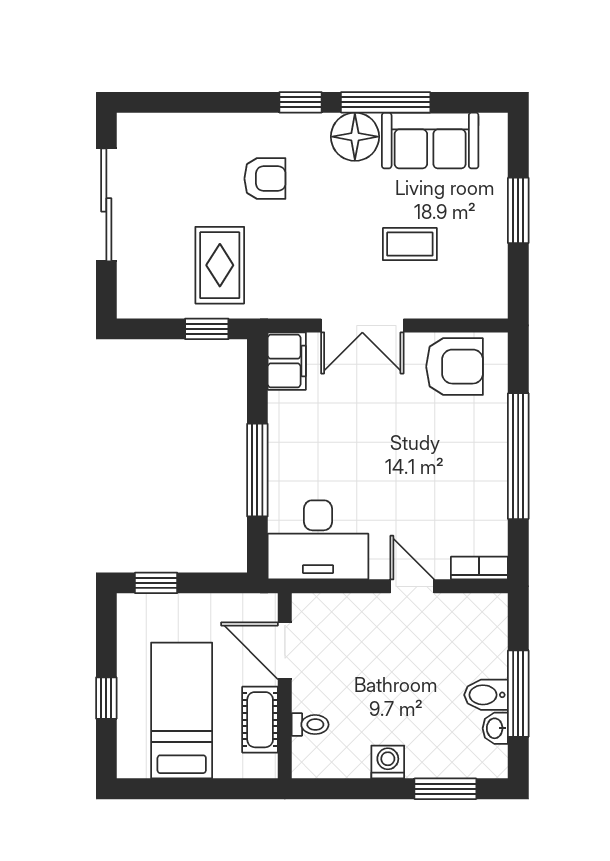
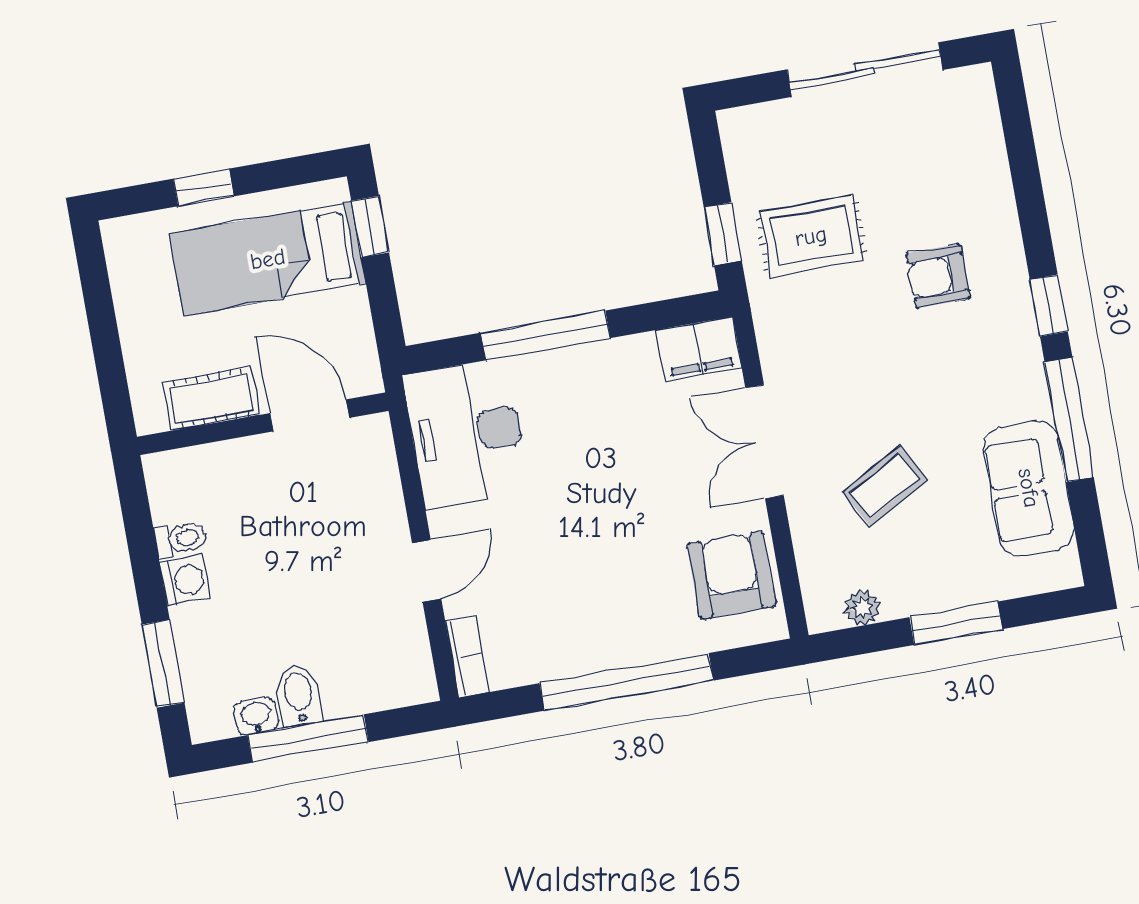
floor lamp: (355, 137) -> (1016, 387), removed
armchair: (265, 179) -> (938, 276), turned 90
coffee table: (410, 244) -> (885, 486), turned 61
plant: (495, 276) -> (862, 608), added
armchair: (455, 367) -> (731, 575), turned 180
door: (285, 651) -> (310, 415), hinge flipped
bed: (182, 710) -> (268, 259), moved, turned 180
toilet: (310, 725) -> (181, 539), moved, turned -90

